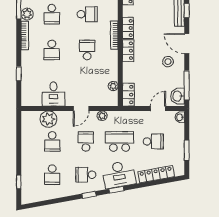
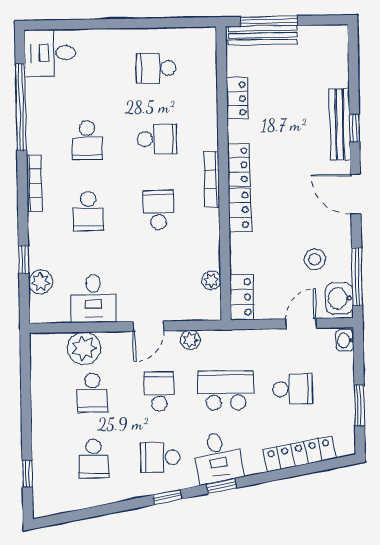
plant: (27, 14) -> (41, 282), moved
stool: (168, 62) -> (315, 259), moved
desk: (119, 174) -> (218, 457), width x0.73

